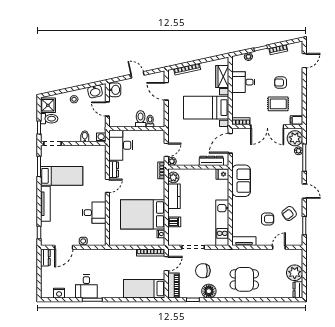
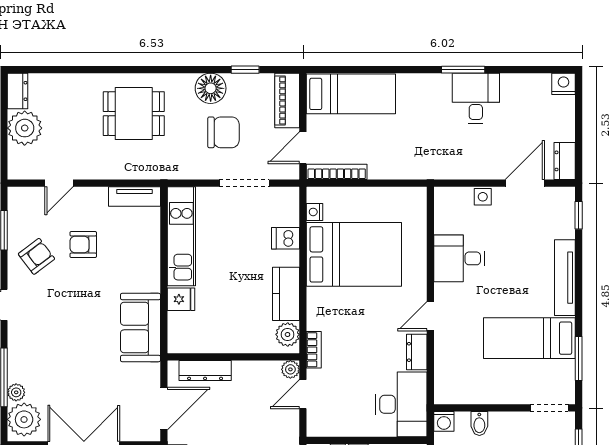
fridge: (222, 174) -> (181, 299), moved
nightstand: (59, 293) -> (563, 84), moved

